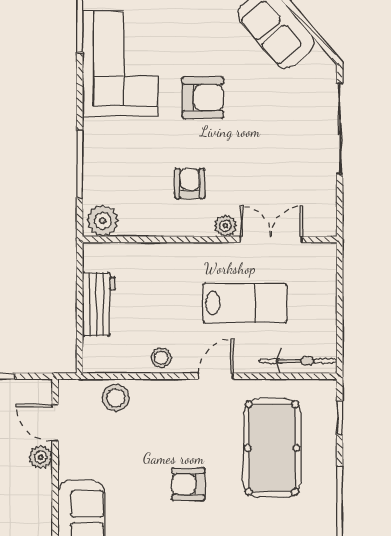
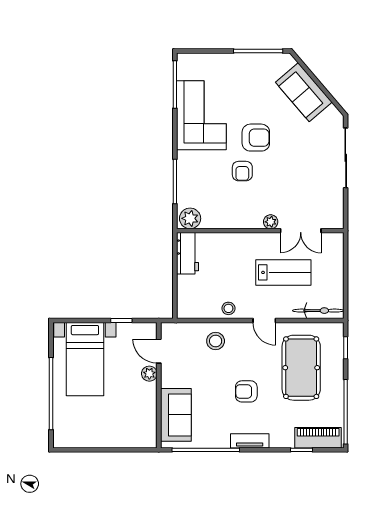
armchair: (190, 183) -> (242, 171), moved, turned 180
double door: (271, 239) -> (301, 231), swing flipped
workbench: (99, 304) -> (188, 253), moved
door: (216, 376) -> (264, 321), swing flipped
stool: (116, 398) -> (216, 341), moved

